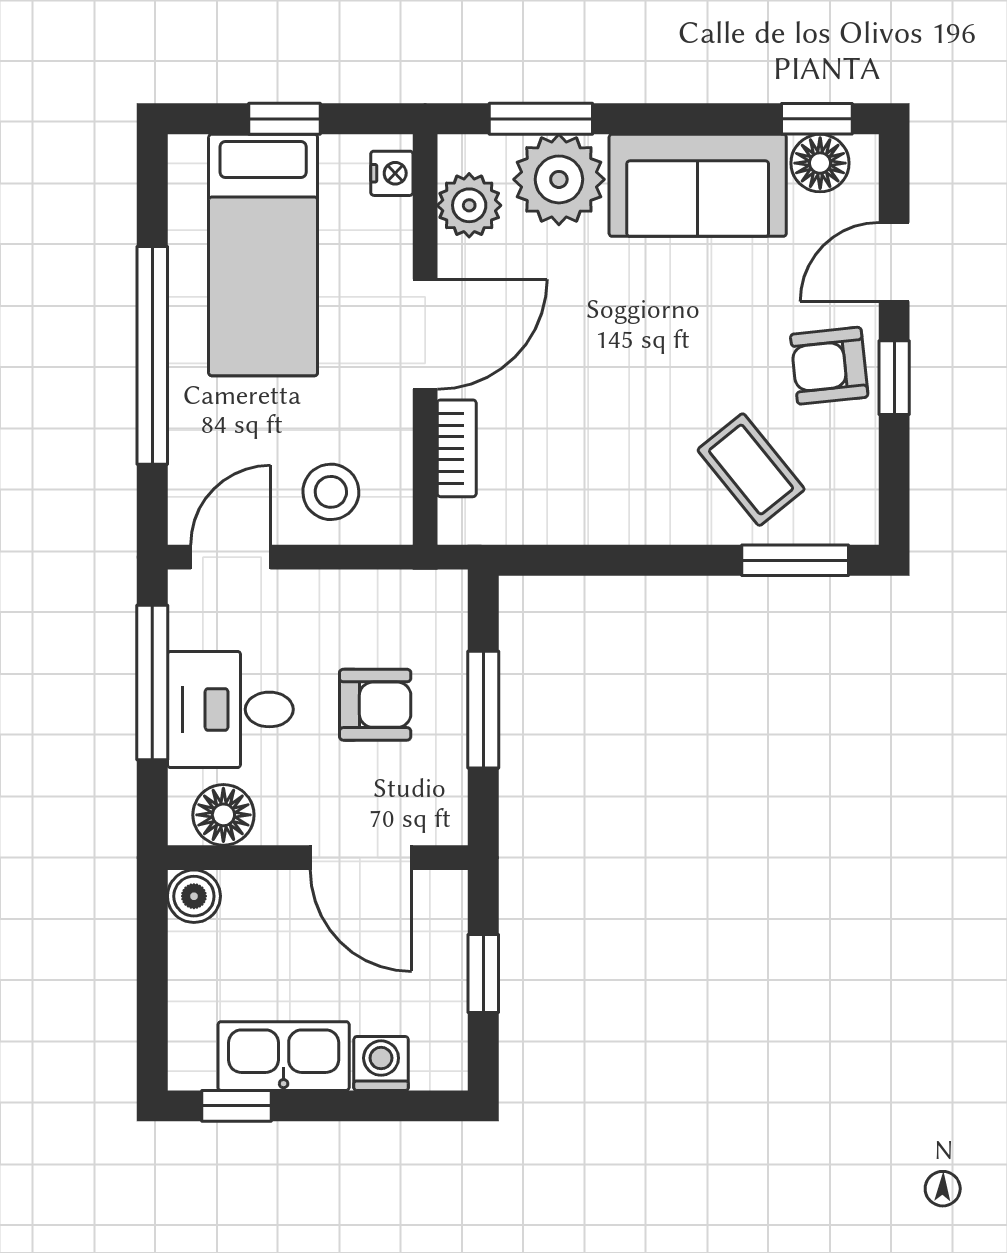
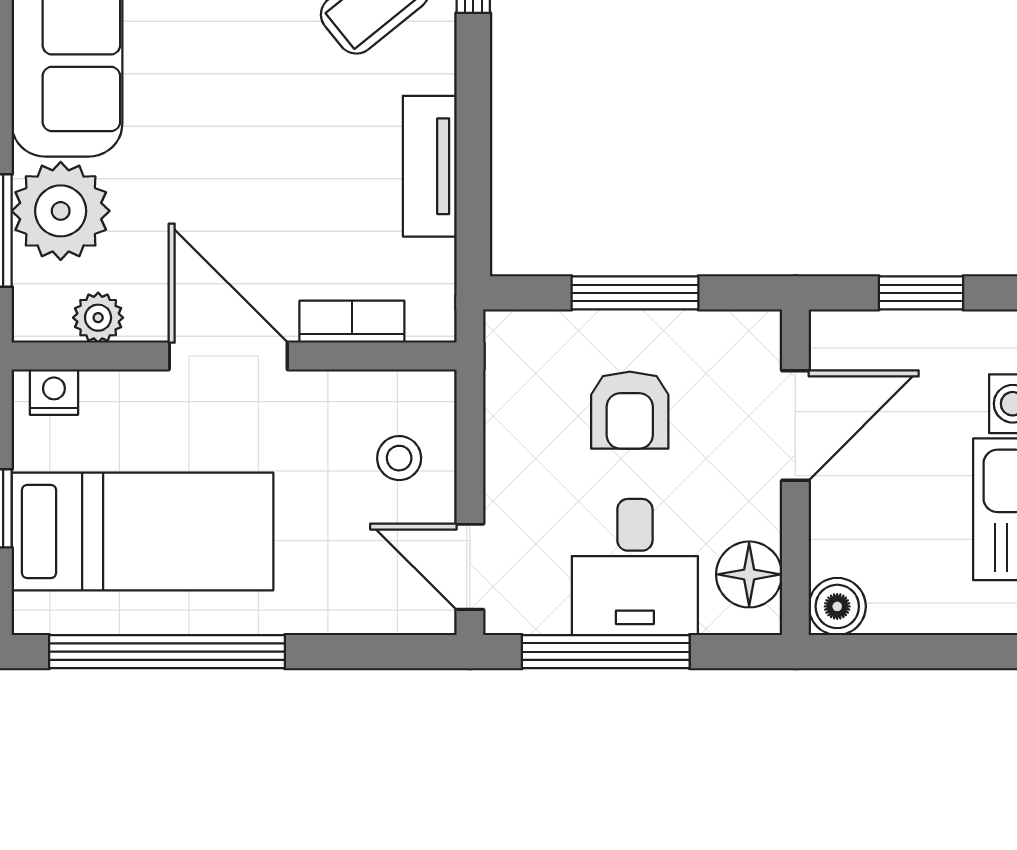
plant: (469, 205) -> (98, 318), width x0.73, depth x0.73
window: (152, 355) -> (167, 652), moved
stool: (331, 492) -> (399, 458), width x0.73, depth x0.73
tv unit: (600, 520) -> (430, 166), added
armchair: (375, 705) -> (630, 410), turned 180

